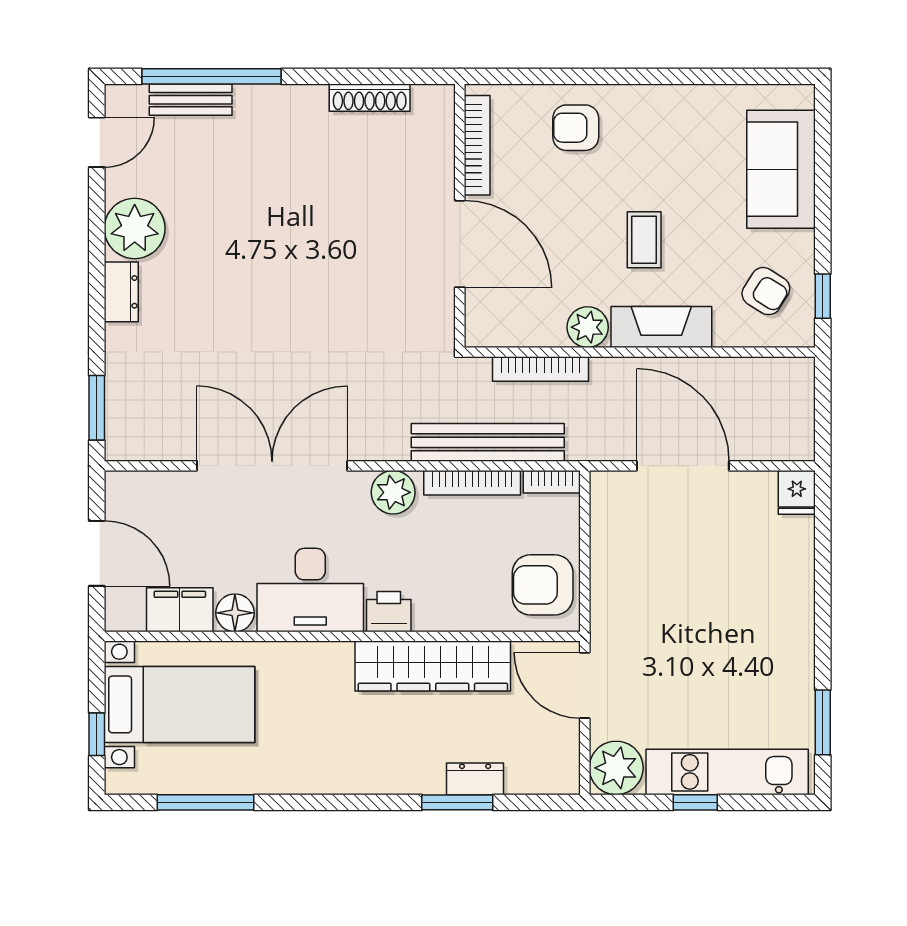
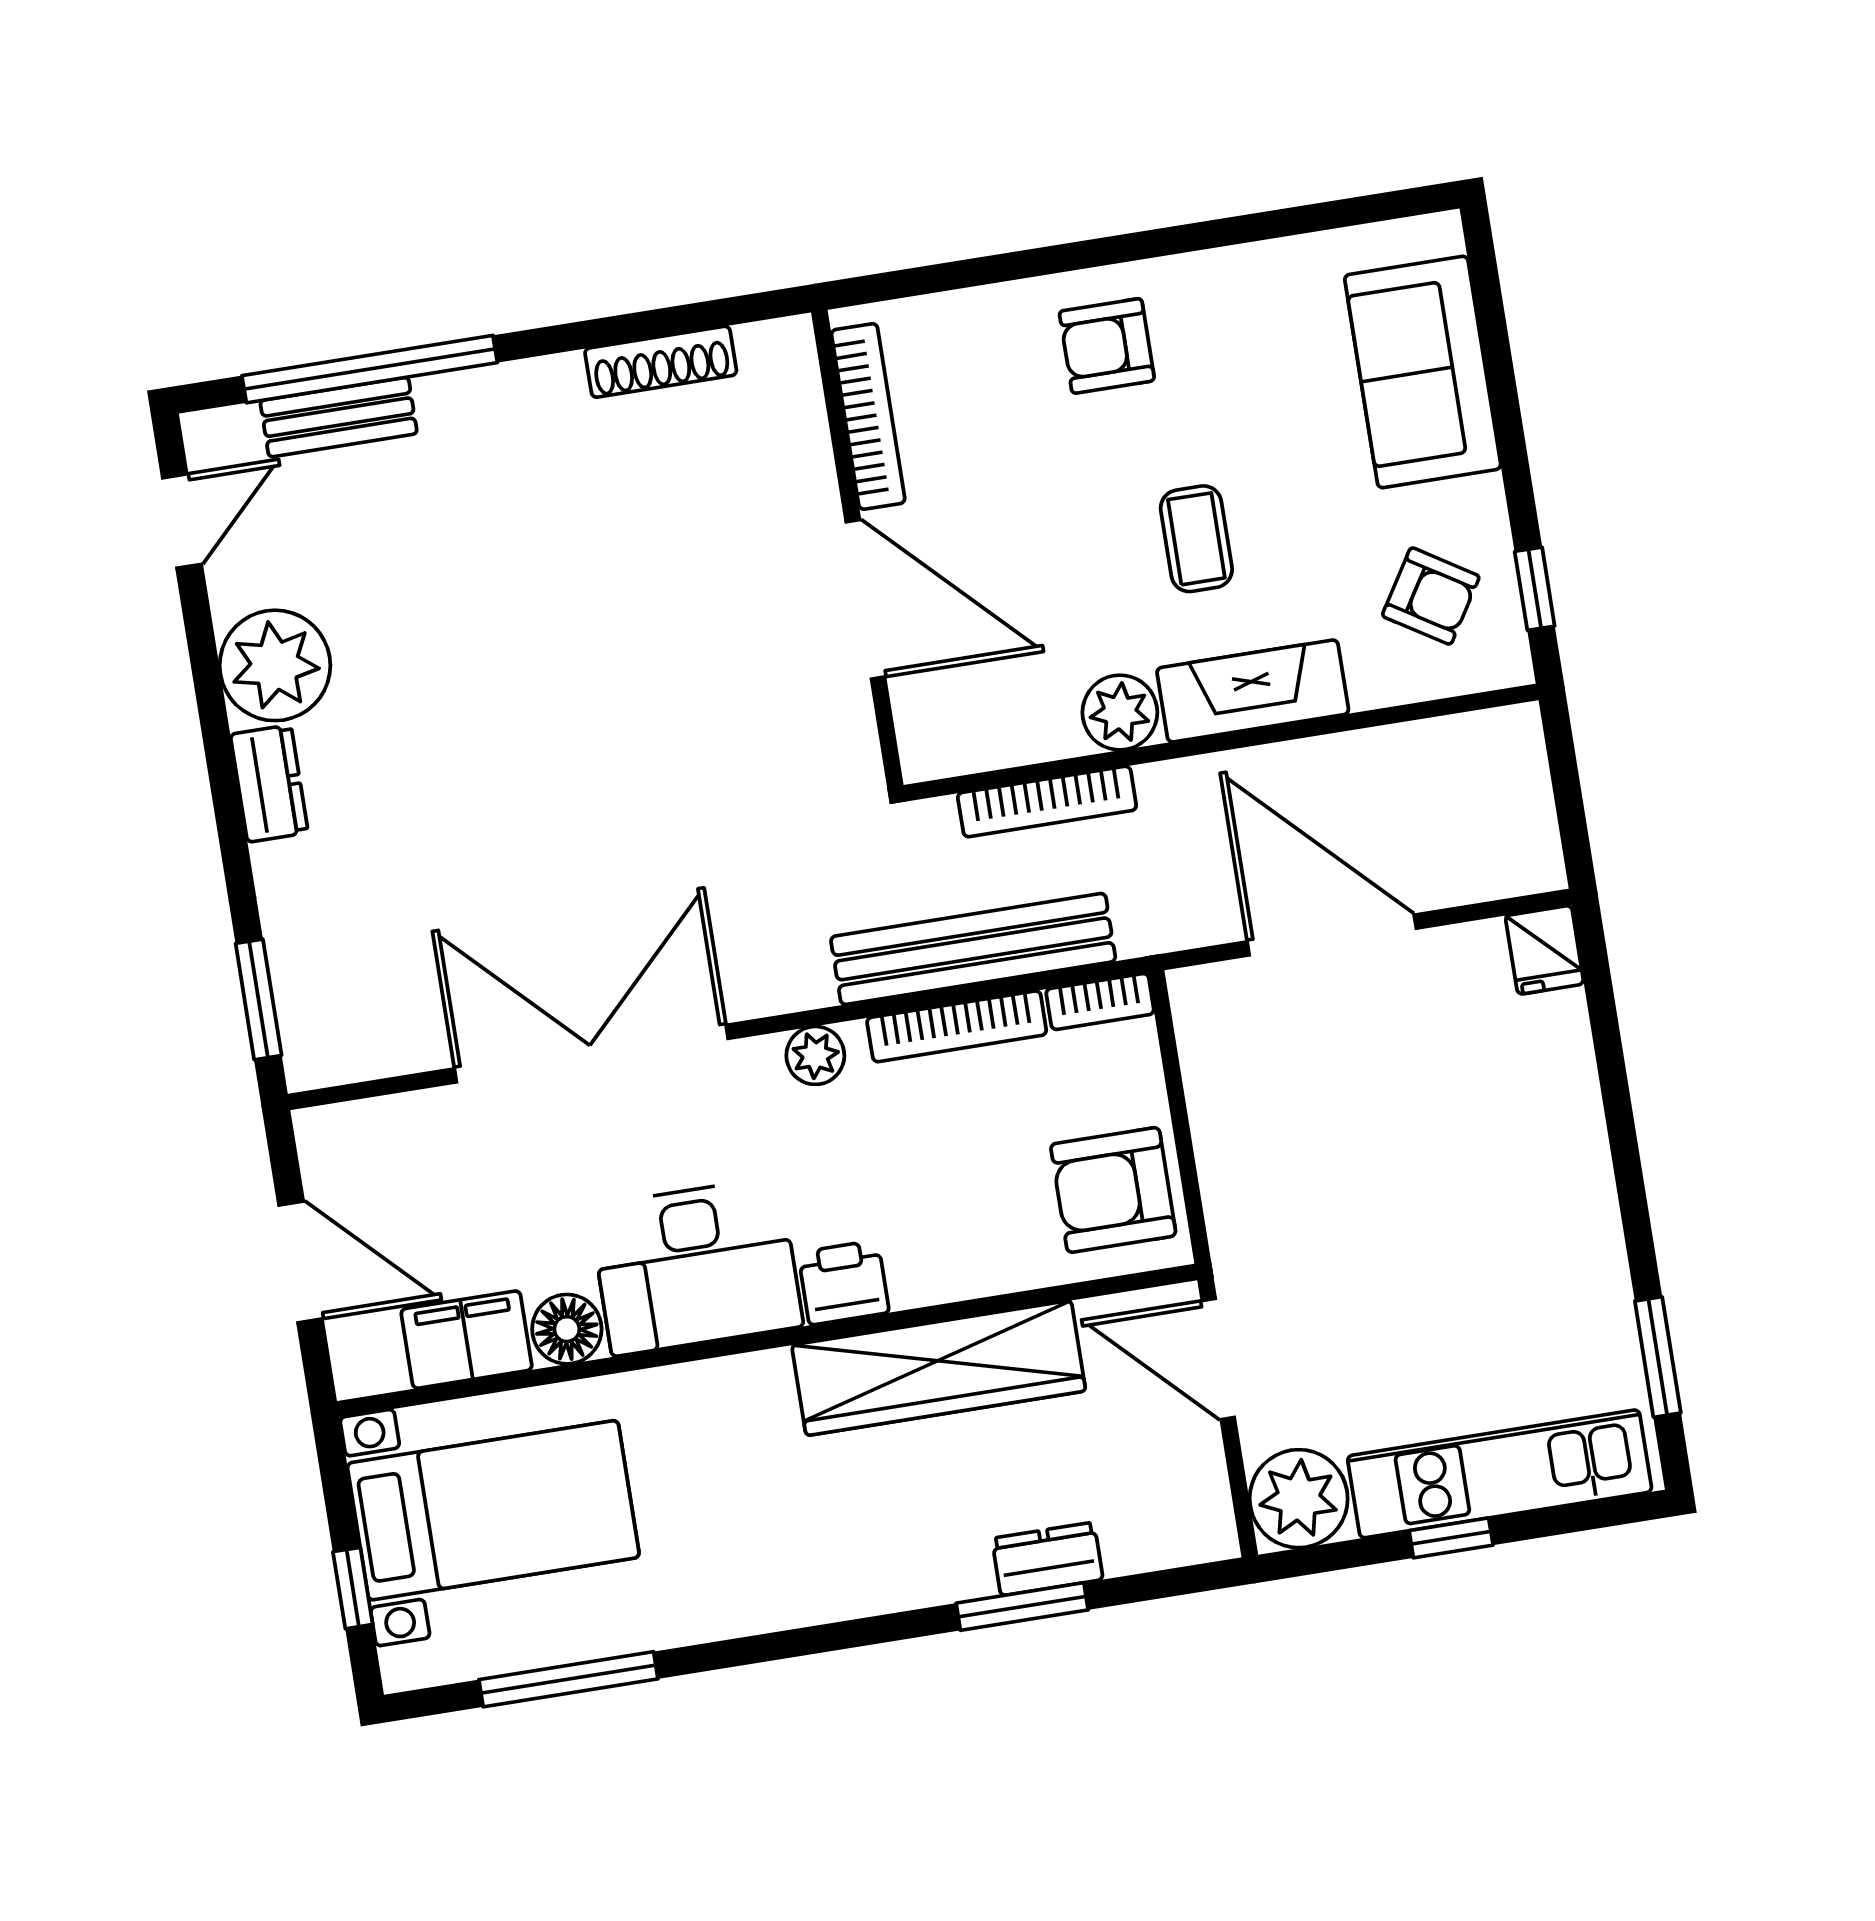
armchair: (576, 128) -> (1107, 346), moved
plant: (393, 492) -> (815, 1055), width x0.73, depth x0.73

